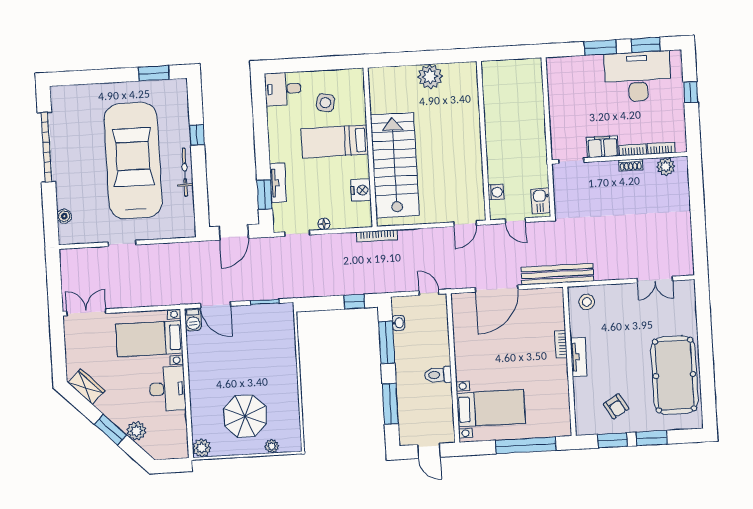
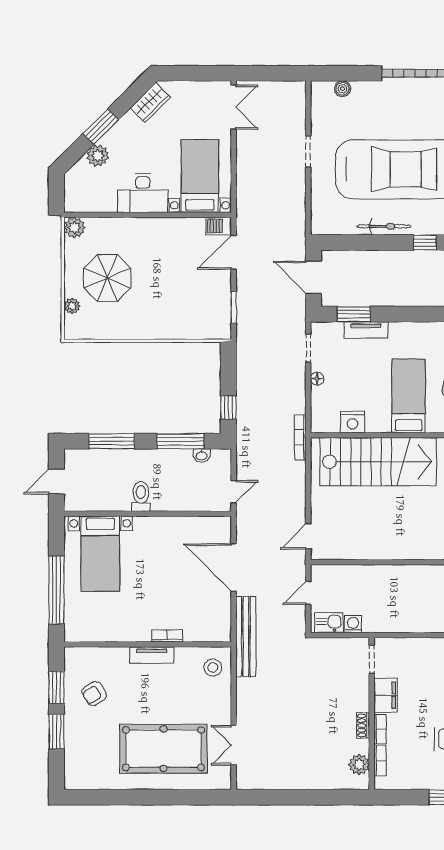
washing machine: (496, 192) -> (353, 624), moved, turned 180
door: (465, 224) -> (308, 536), hinge flipped
pool table: (674, 375) -> (163, 749), moved

